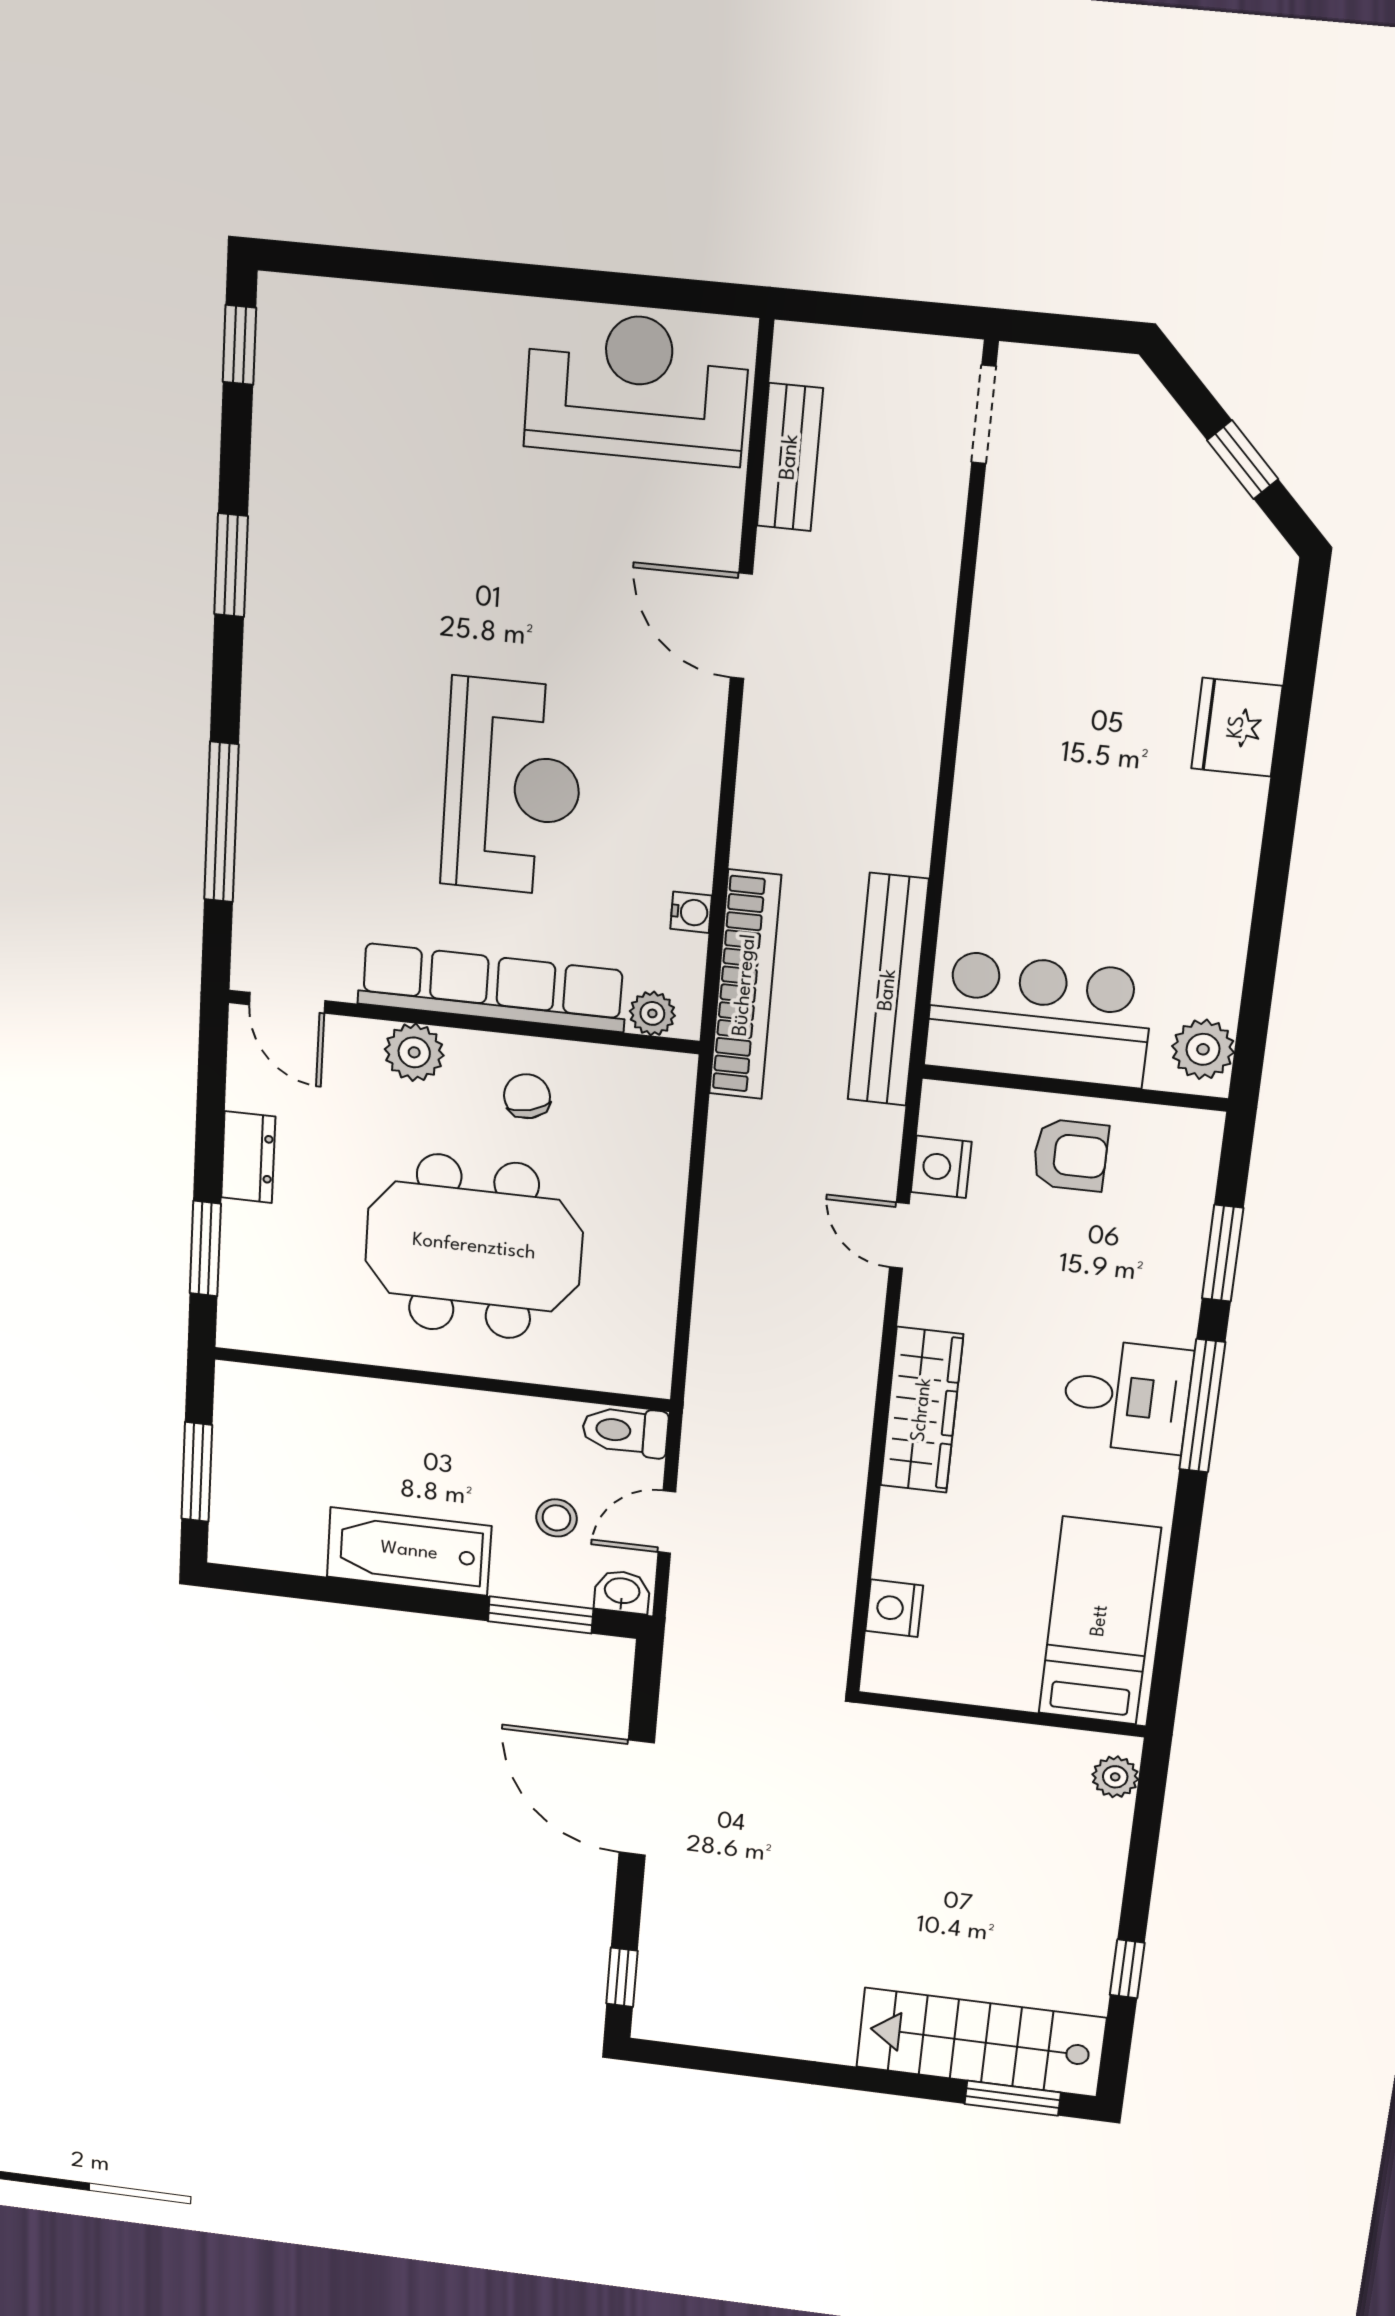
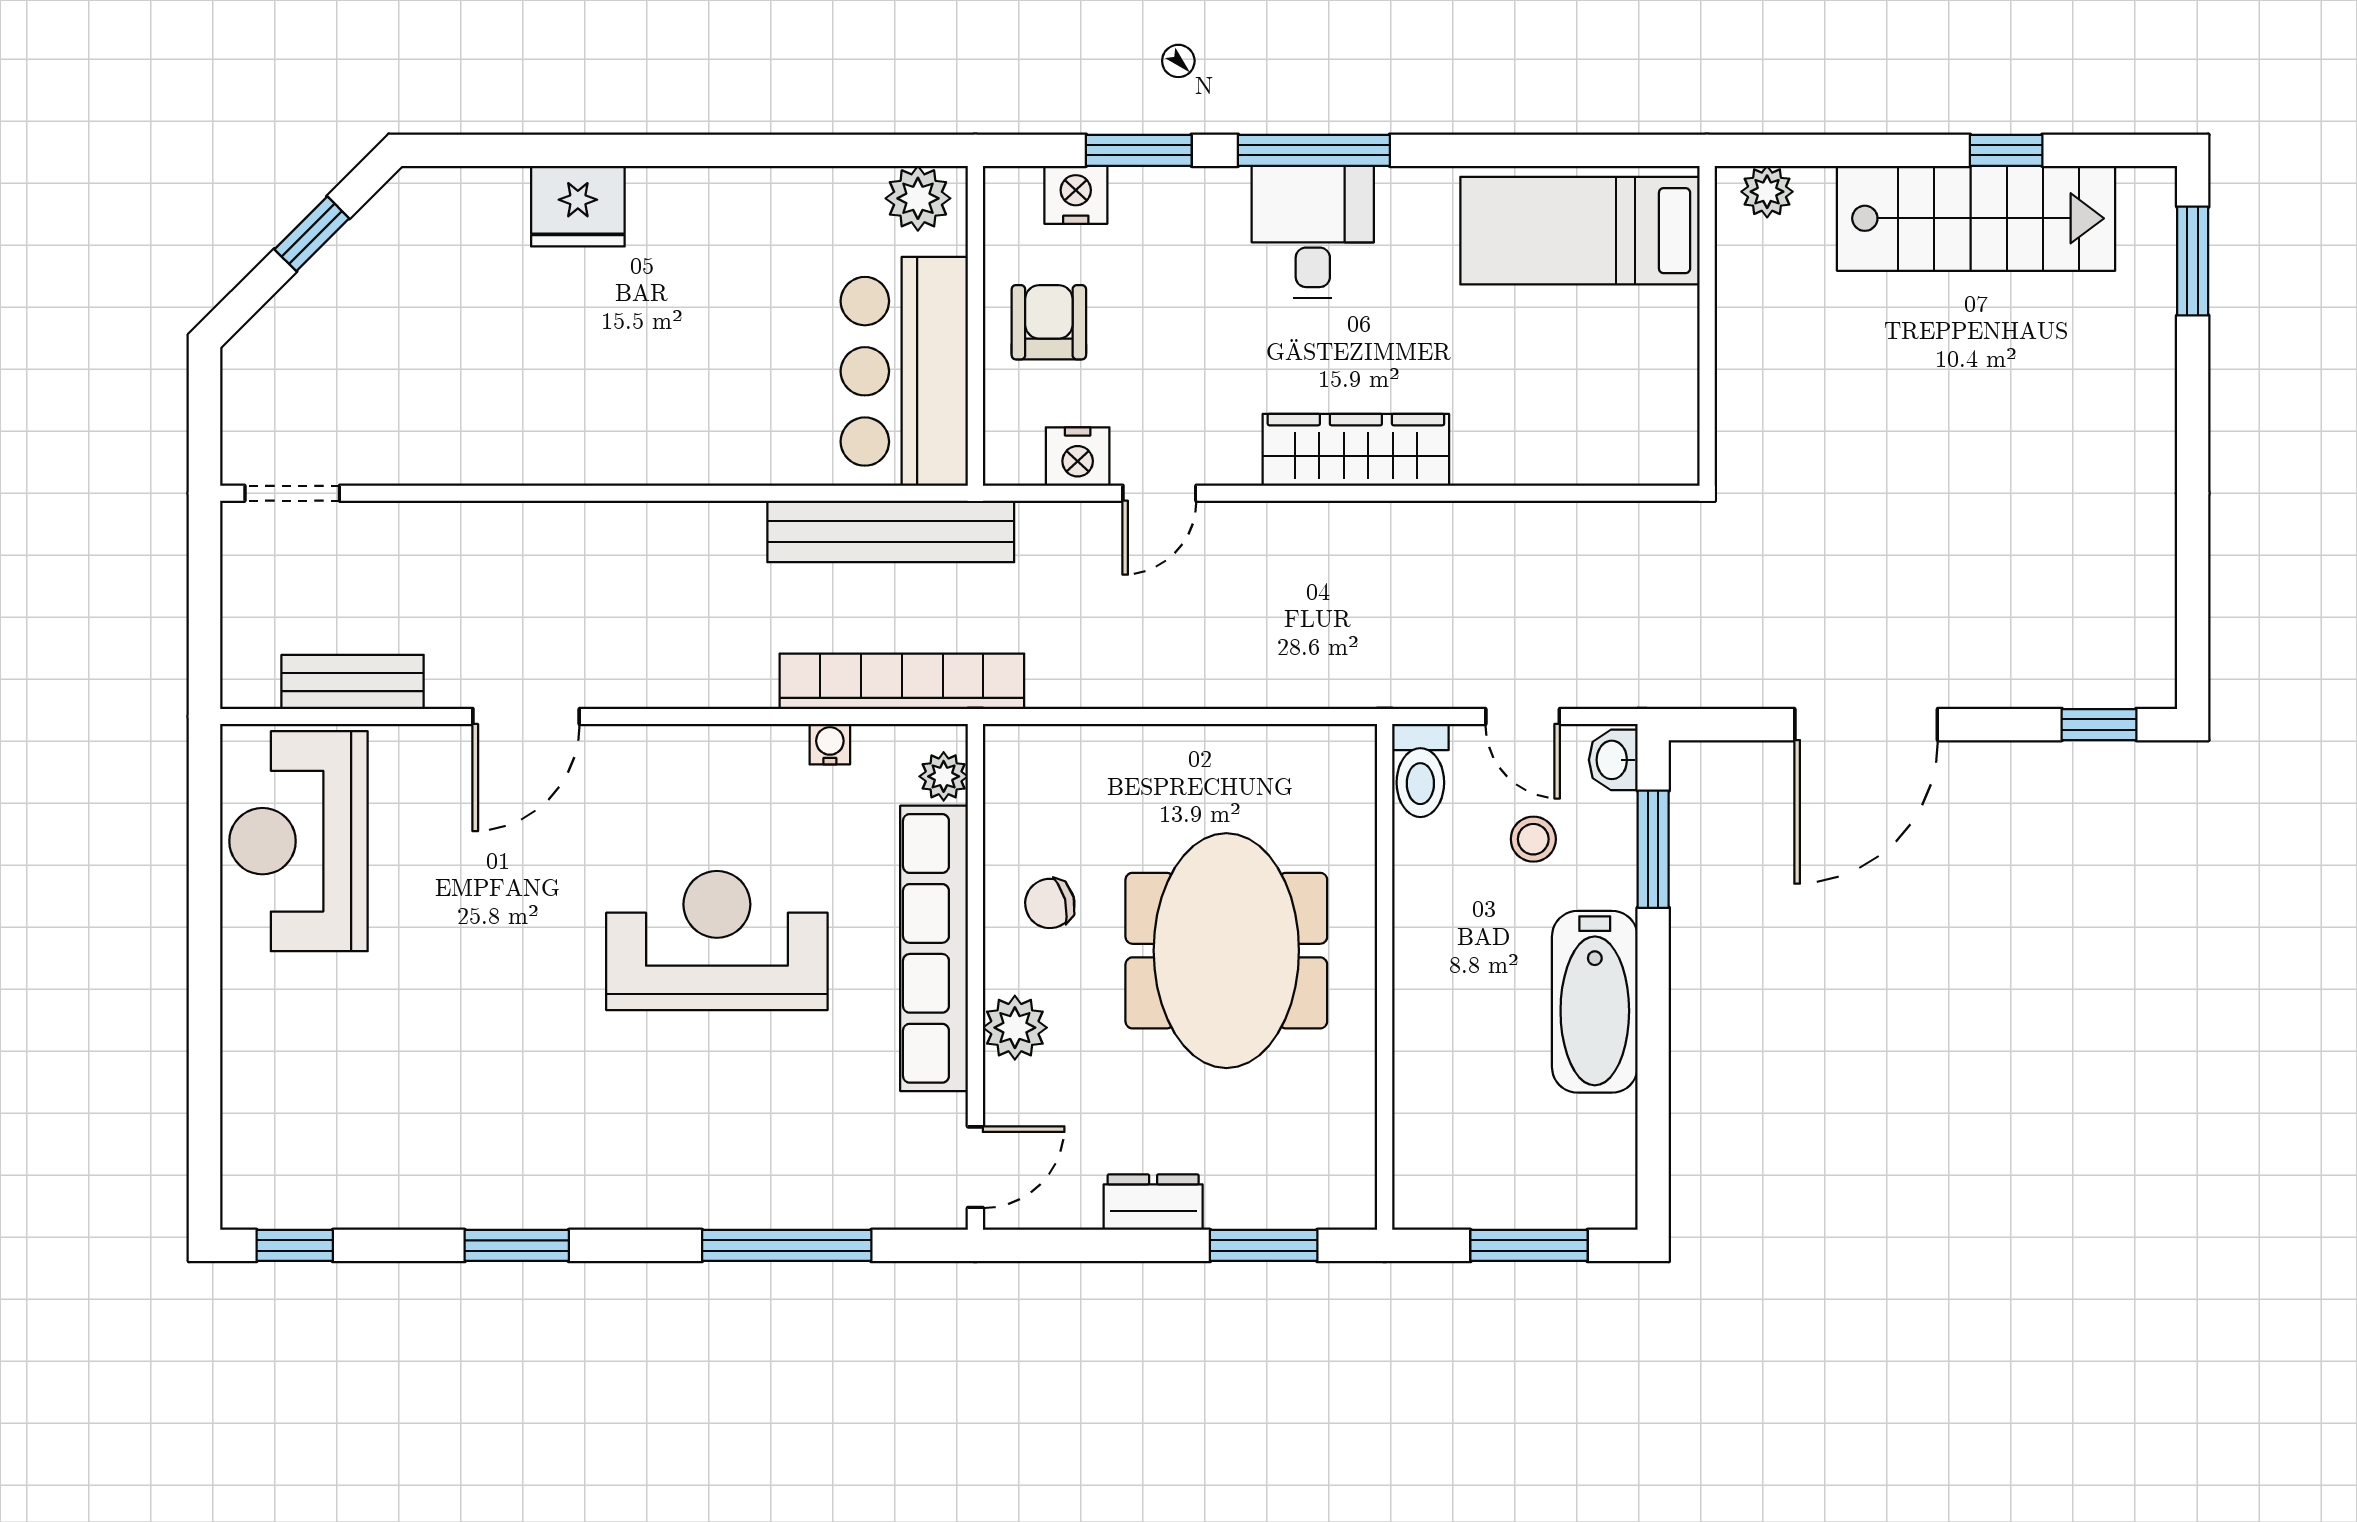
nightstand: (894, 1608) -> (1076, 195), moved, turned 180
stairs: (981, 2042) -> (1976, 218), moved, turned -90

